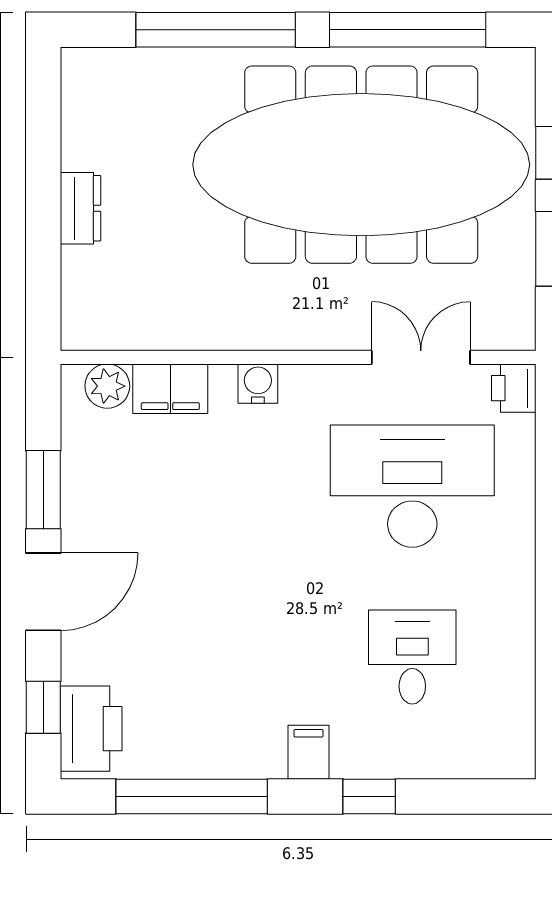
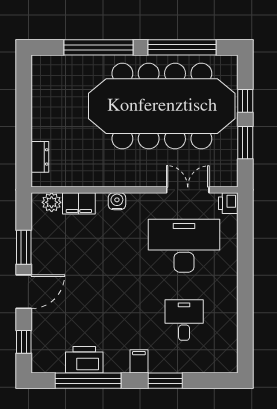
dresser: (81, 208) -> (40, 157), moved
printer: (91, 729) -> (84, 360), moved, turned -90
window: (369, 796) -> (165, 381), width x1.50

